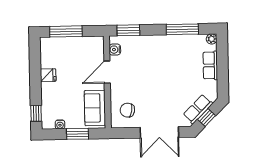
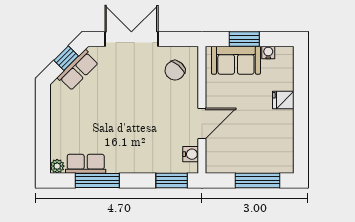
row of seats: (210, 65) -> (86, 164), moved, turned -90
fridge: (48, 75) -> (283, 100), moved
sofa: (95, 108) -> (236, 60), moved, turned 90
chair: (127, 110) -> (175, 70), turned 121
window: (36, 113) -> (301, 68), removed

